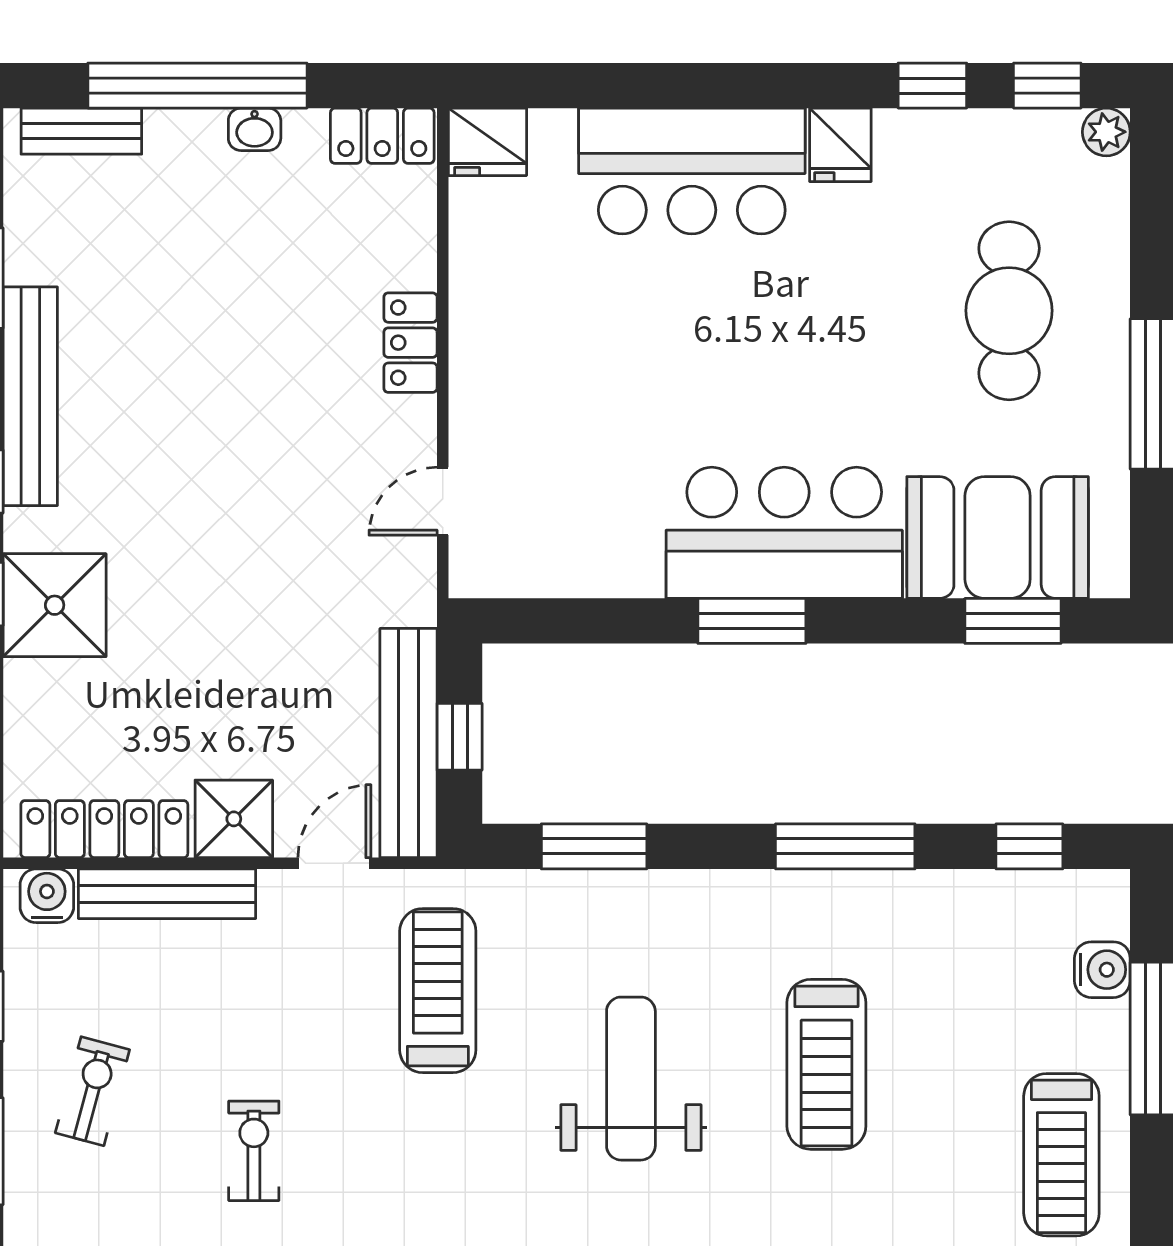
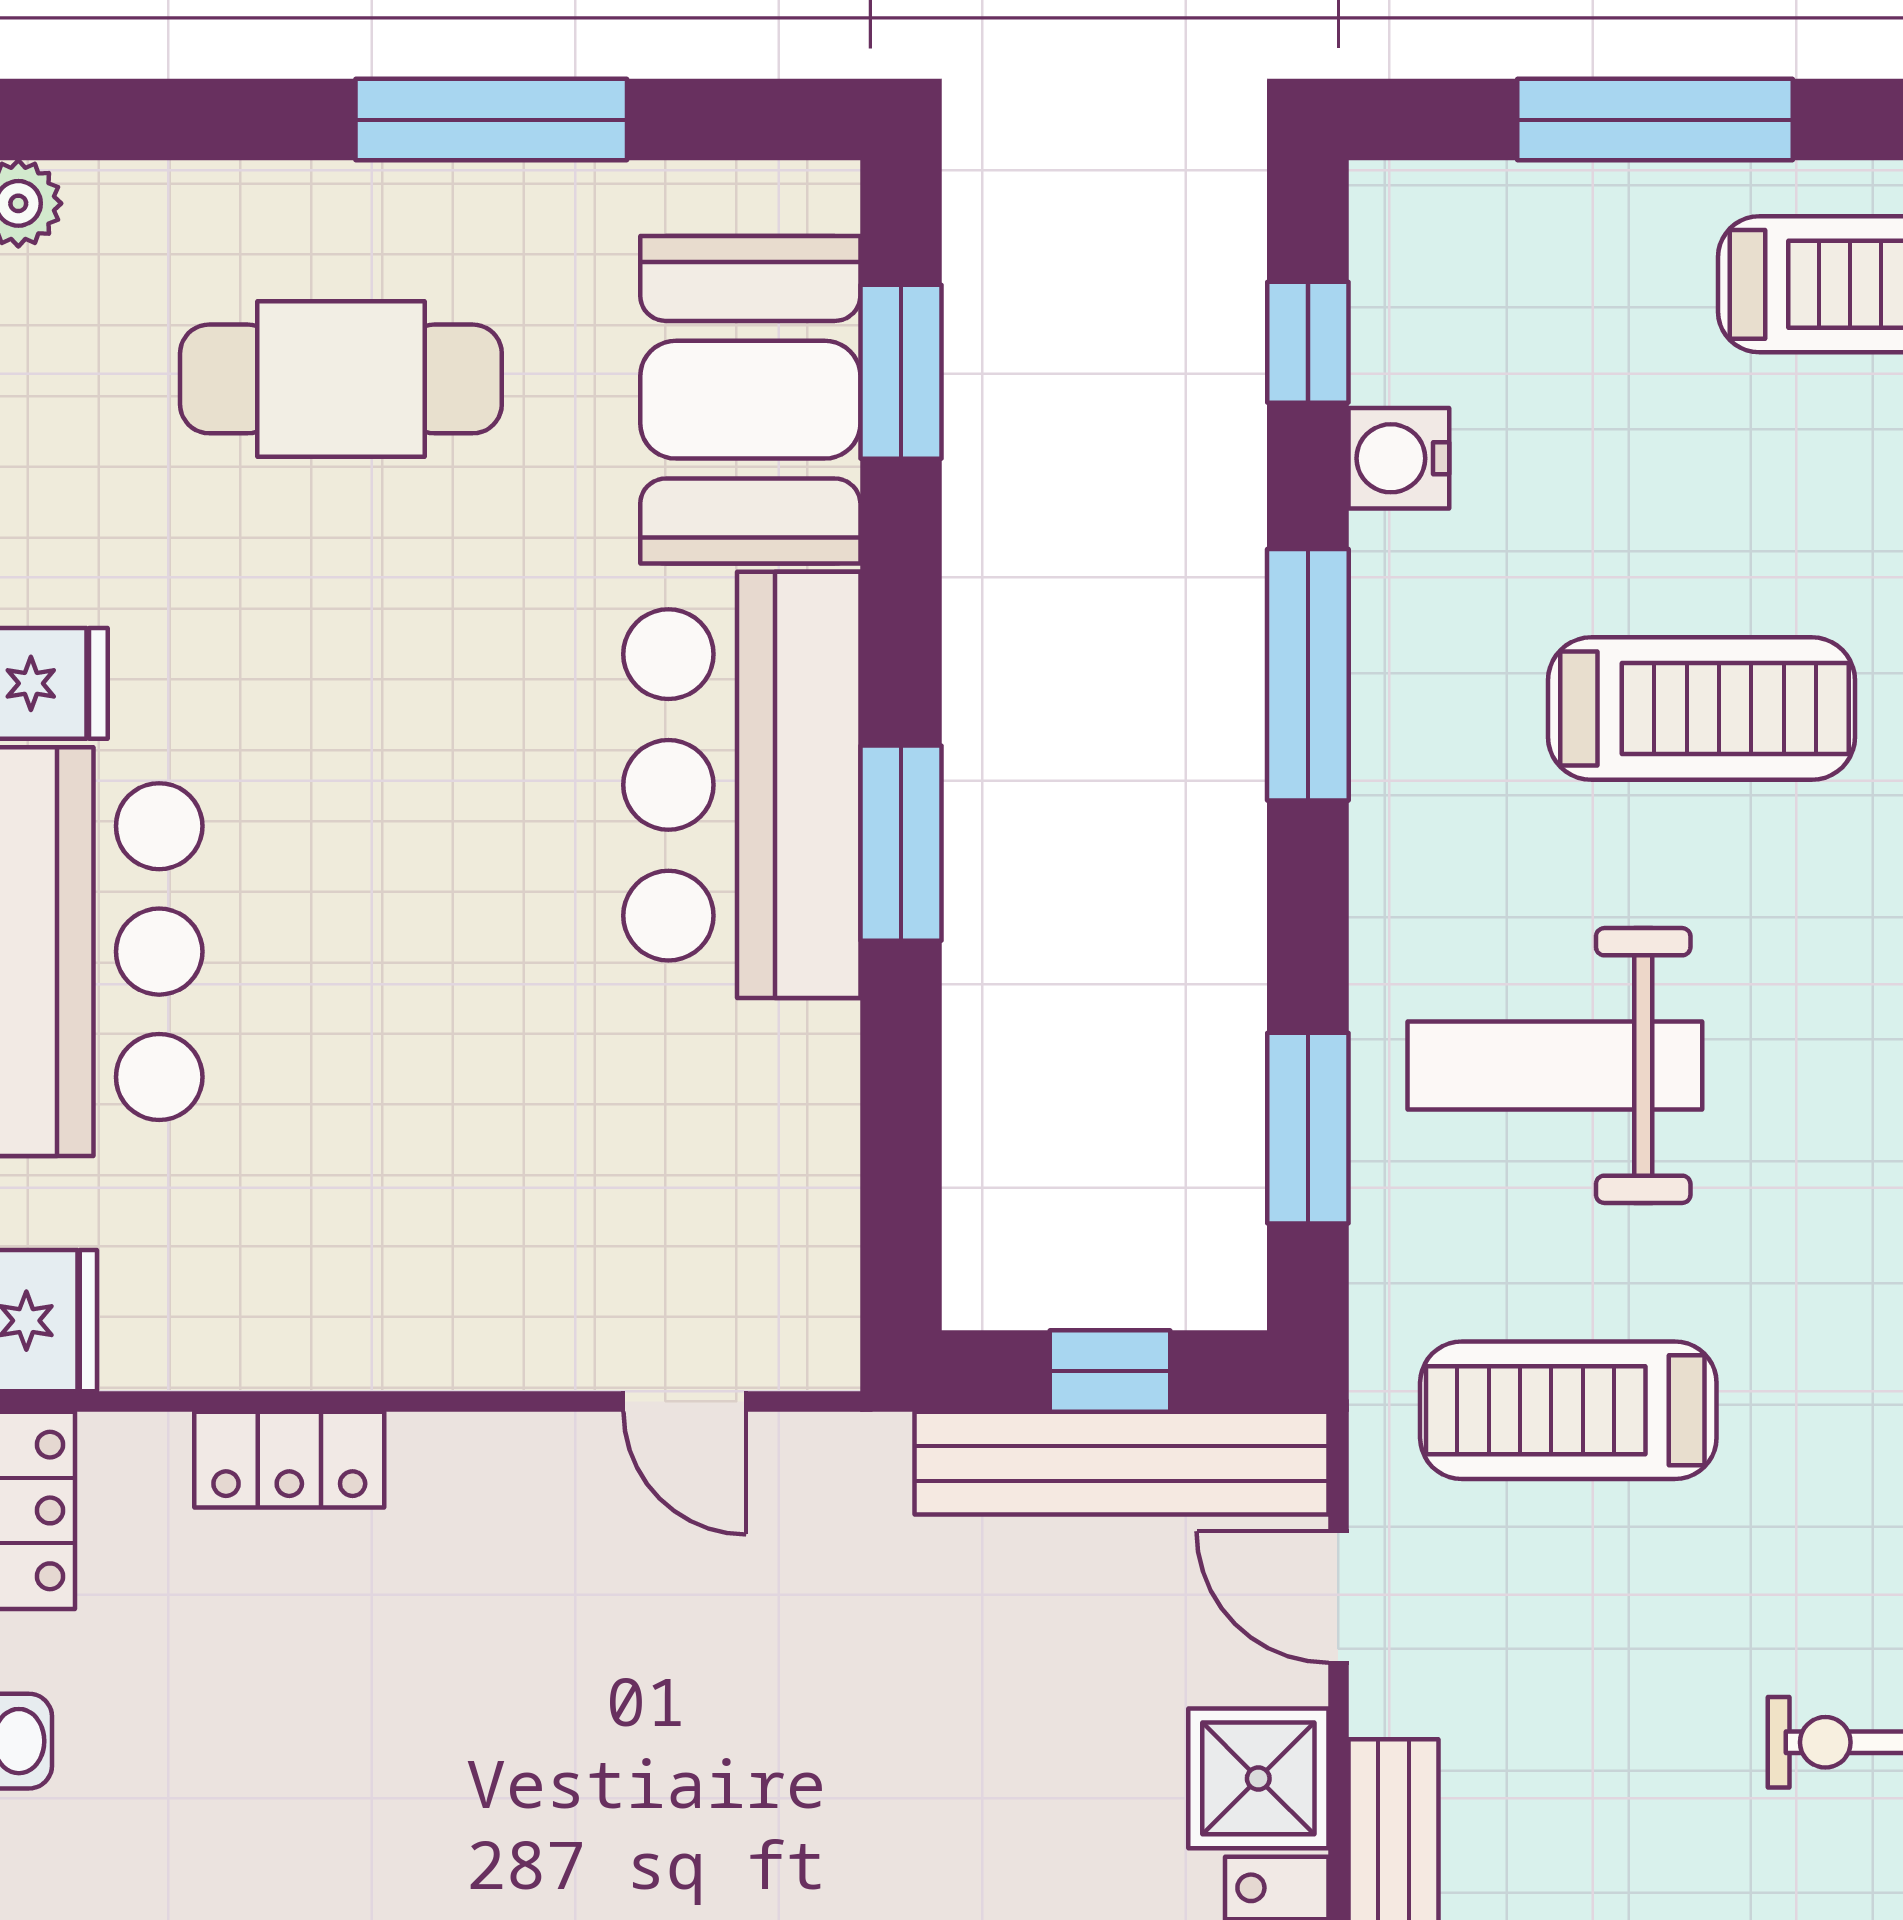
locker: (410, 343) -> (289, 1460), moved
water cooler: (1102, 970) -> (1399, 458), moved, turned -90
weight bench: (631, 1079) -> (1555, 1066), moved

